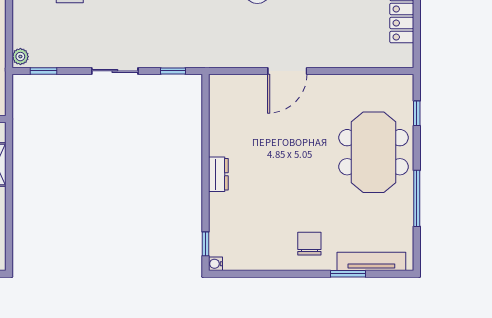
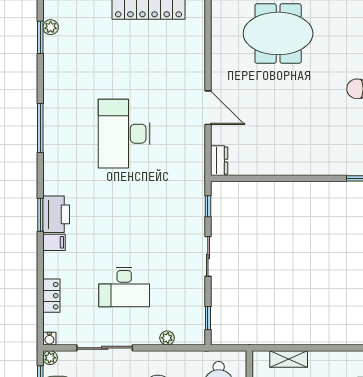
plant: (20, 57) -> (167, 338), moved
dresser: (218, 174) -> (219, 161), moved, turned 90

